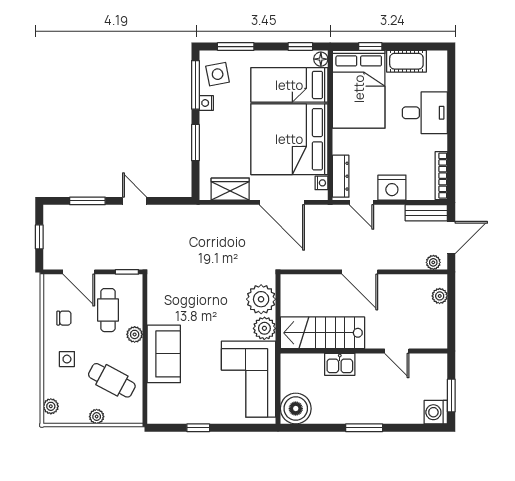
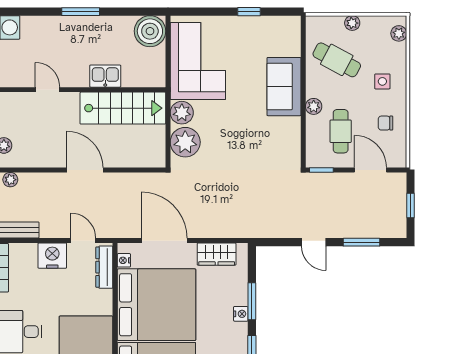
nightstand: (206, 103) -> (241, 314), moved

